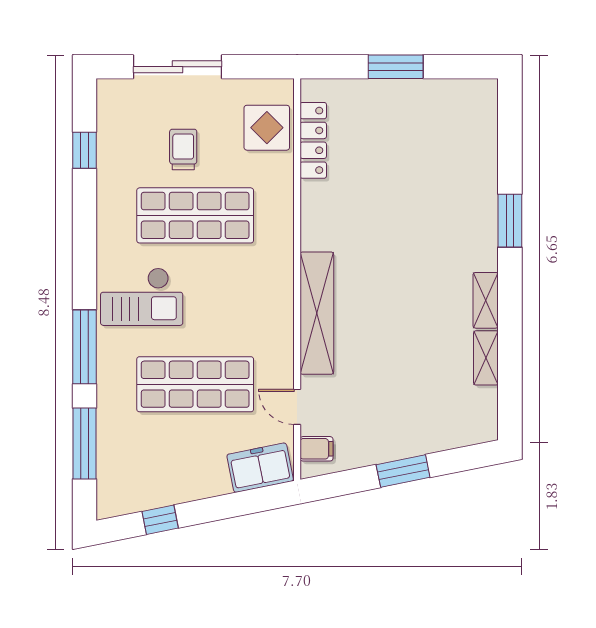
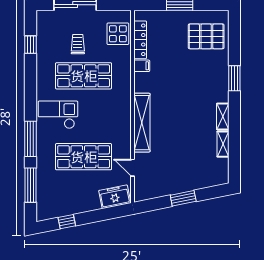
pallet: (451, 133) -> (206, 36), added
checkout: (142, 297) -> (58, 115), turned 180
filing cabinet: (316, 449) -> (142, 66), moved

